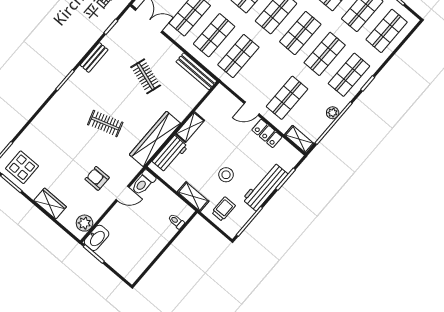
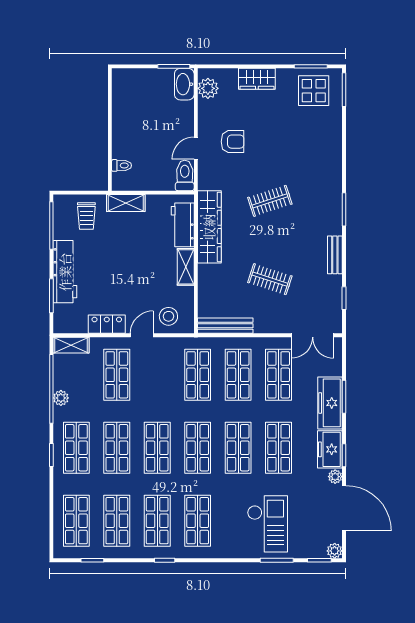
stool: (226, 175) -> (168, 316), moved

